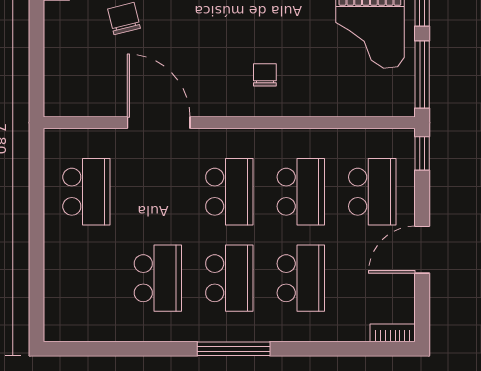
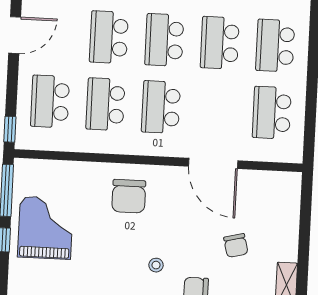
chair: (265, 75) -> (129, 196), width x1.87, depth x1.87
door: (422, 250) -> (15, 35), moved
school desk: (86, 278) -> (275, 46), added

